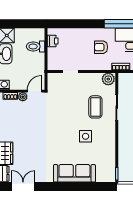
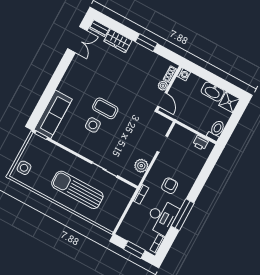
toilet: (36, 46) -> (216, 130), moved
plant: (108, 79) -> (141, 166), moved
coffee table: (95, 107) -> (105, 108), moved
sofa: (74, 173) -> (53, 114), moved

